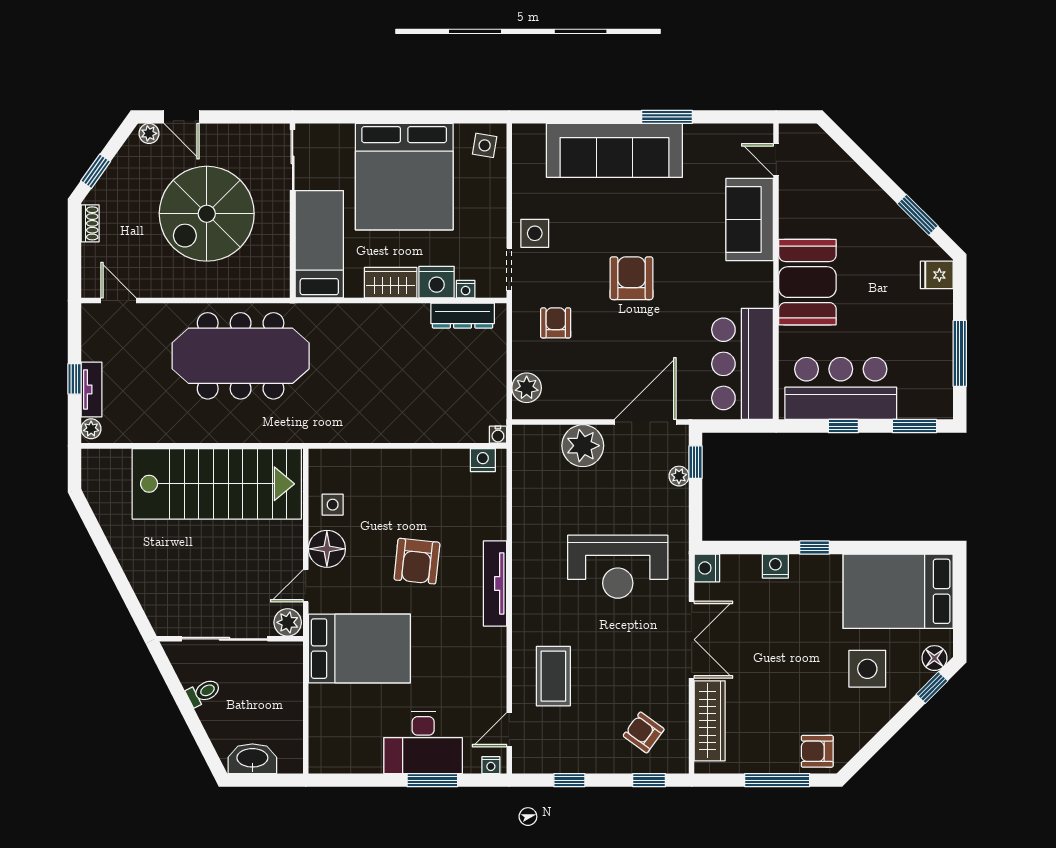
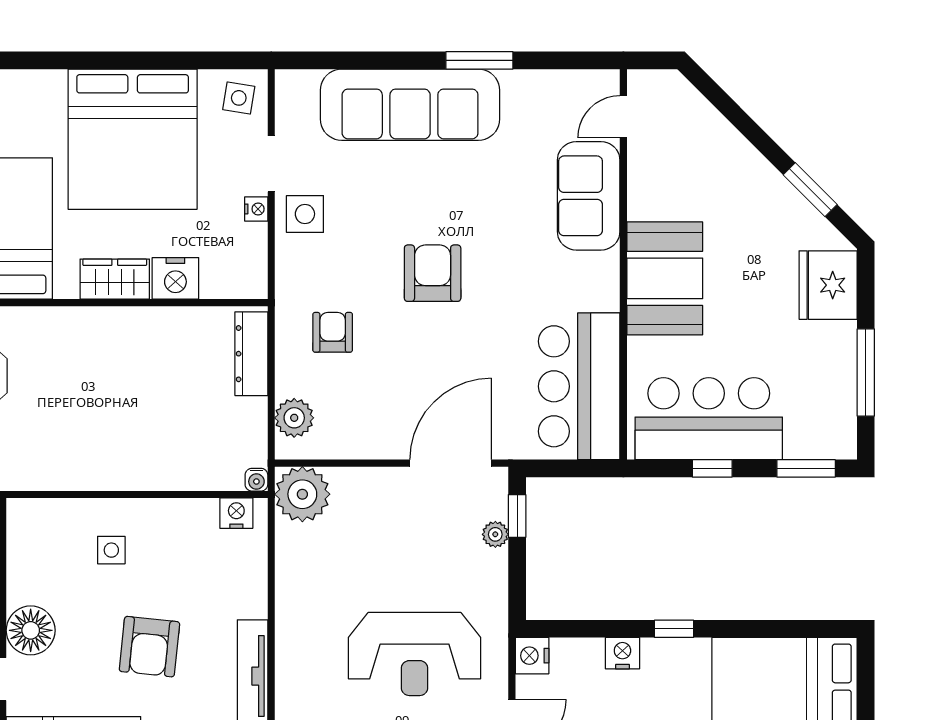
door: (776, 160) -> (623, 117), hinge flipped
doorway: (509, 269) -> (271, 164), moved
fridge: (937, 275) -> (828, 285), width x1.88, depth x1.34
nightstand: (466, 289) -> (256, 209), moved, turned -90
dresser: (463, 316) -> (251, 354), moved, turned 90
plant: (583, 446) -> (302, 494), moved
side table: (333, 505) -> (111, 550), moved

